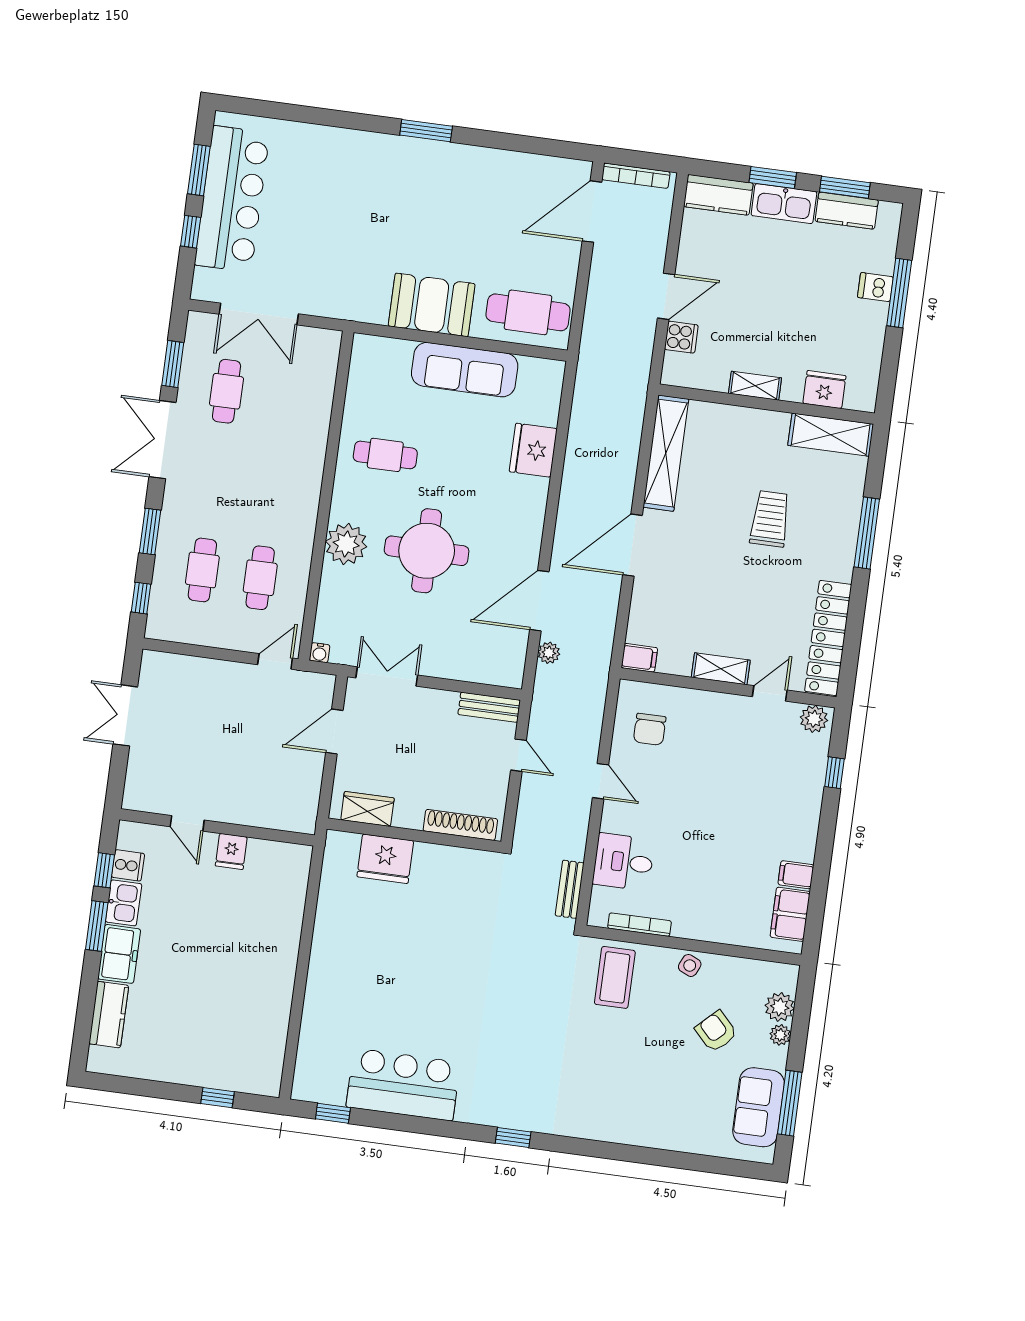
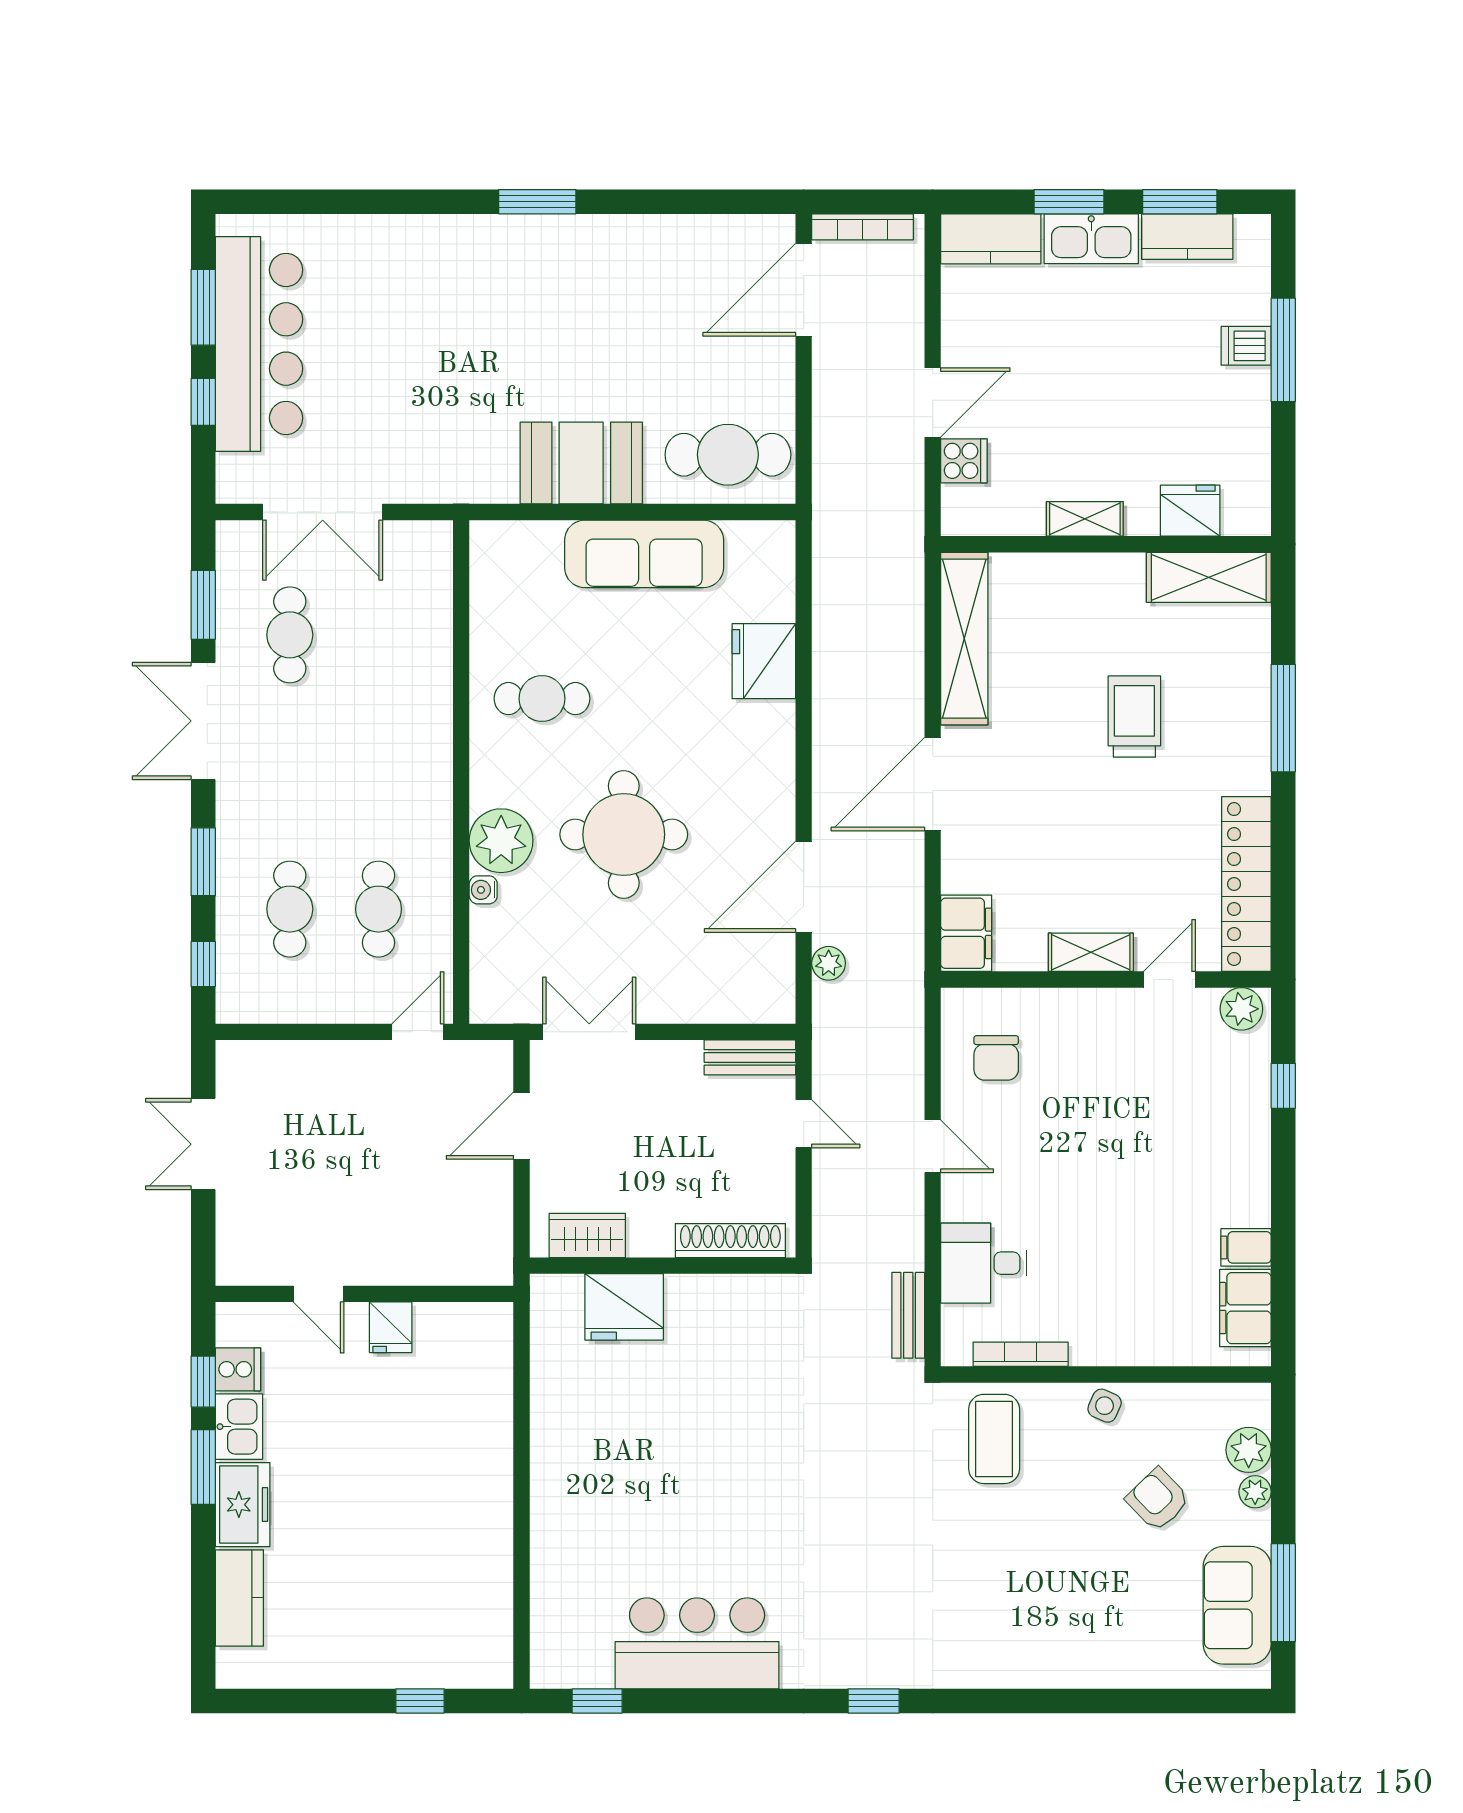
water cooler: (320, 653) -> (483, 890), moved, turned 90
filing cabinet: (639, 658) -> (966, 933), width x2.00

